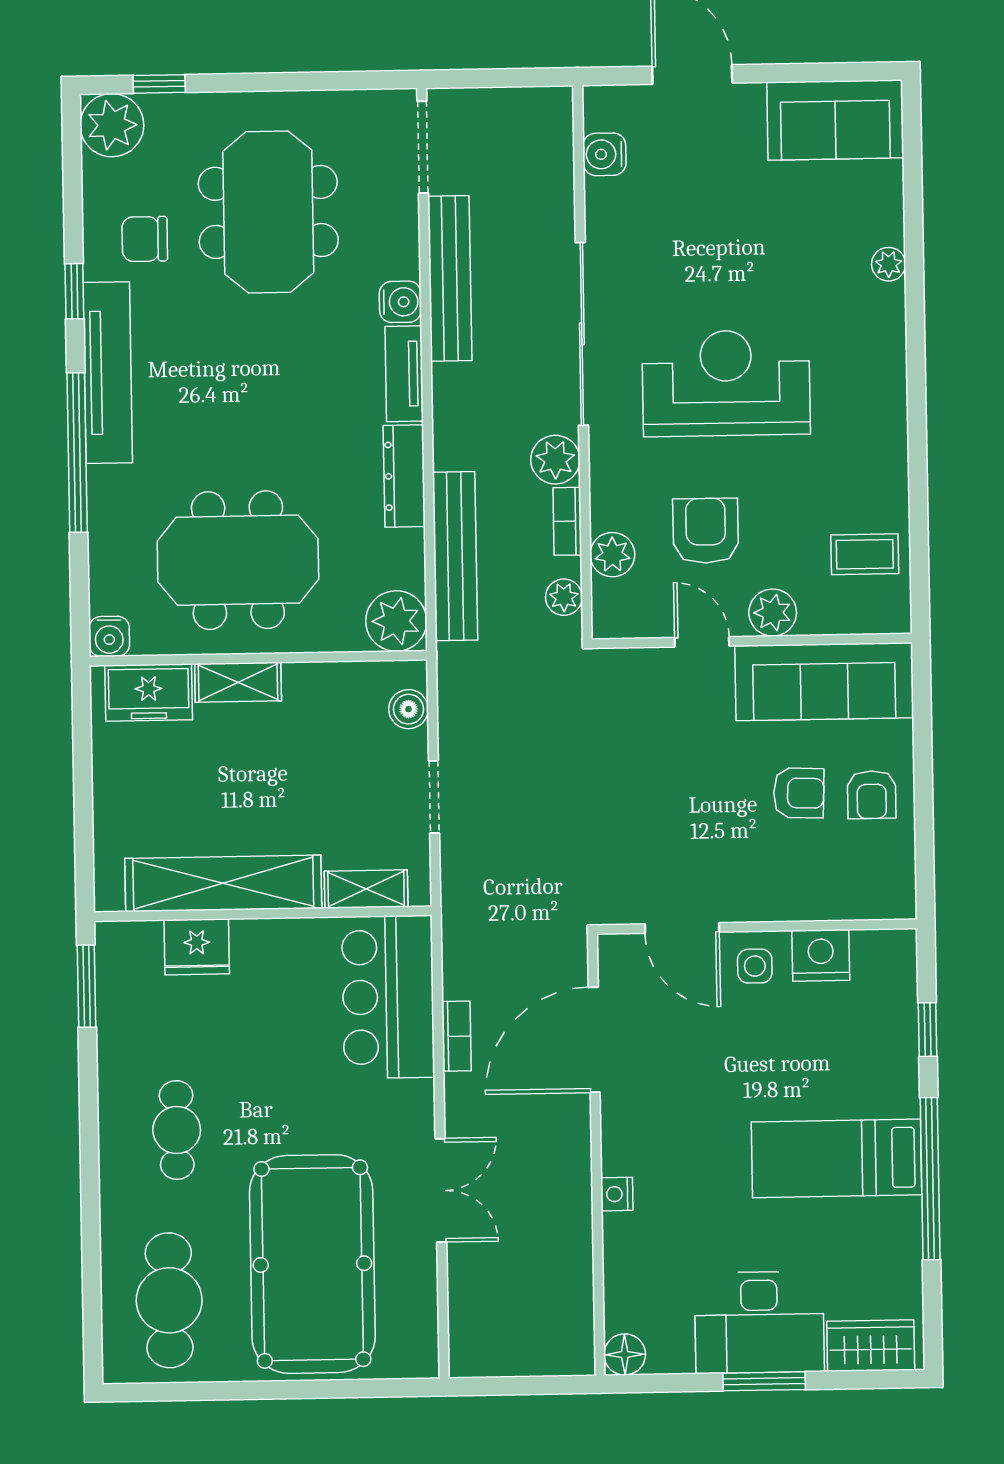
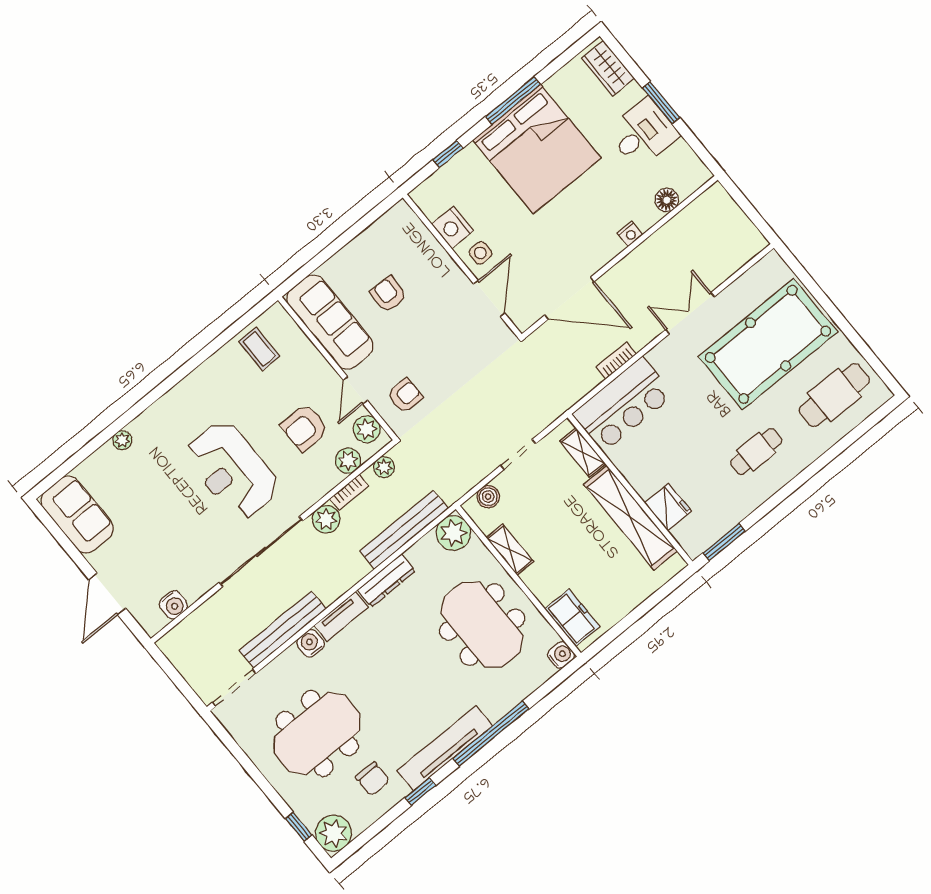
plant: (773, 613) -> (367, 429), moved
shelving: (238, 682) -> (510, 550), moved
armchair: (872, 795) -> (405, 396), moved
bed: (837, 1158) -> (537, 149), width x2.04
window: (930, 1179) -> (513, 101), width x0.68
desk: (759, 1322) -> (643, 133), width x0.73
floor lamp: (625, 1354) -> (667, 200), moved

